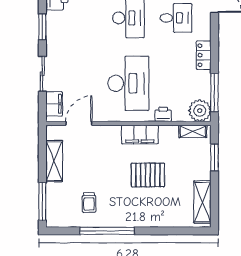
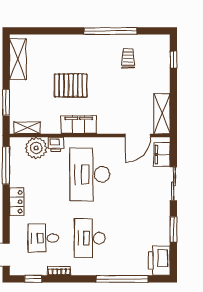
plant: (200, 111) -> (36, 148), moved
shelving: (54, 161) -> (162, 114), moved
window: (42, 201) -> (173, 60), width x0.46

